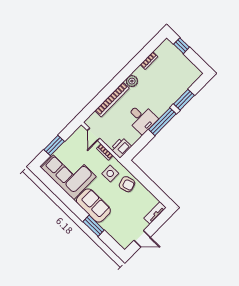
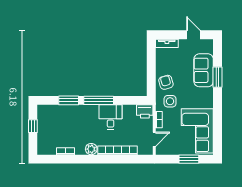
window: (182, 46) -> (33, 126), moved
sofa: (93, 205) -> (204, 70), moved

